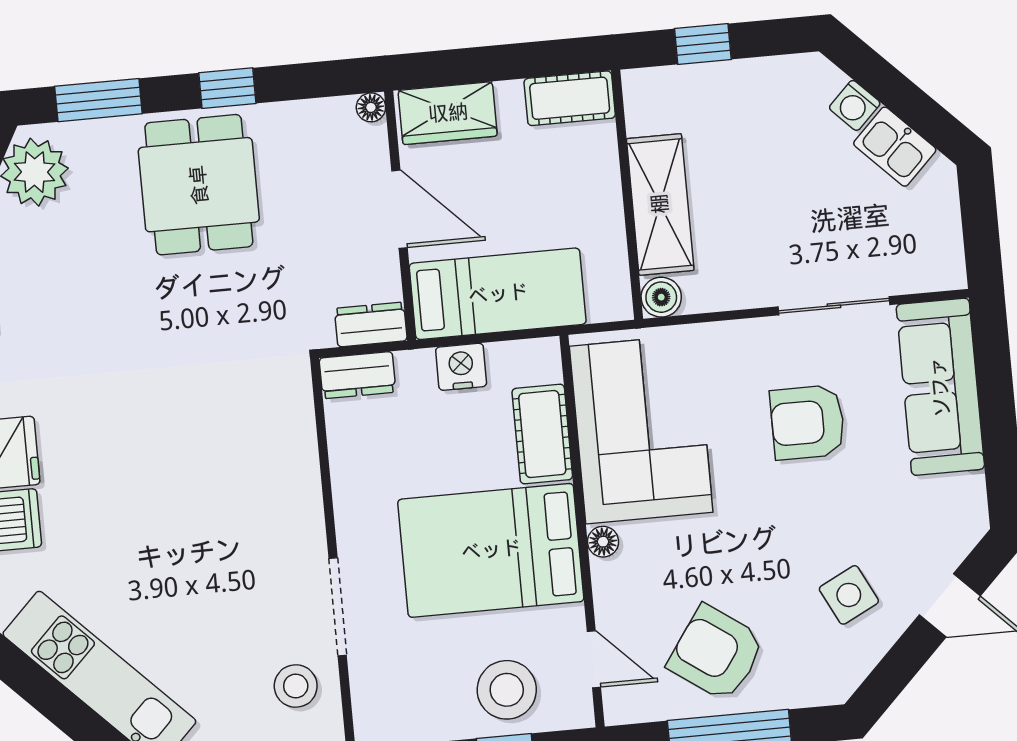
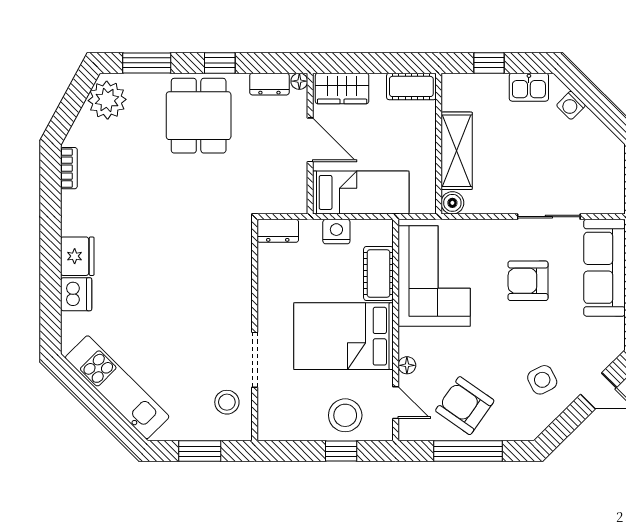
kitchen sink: (895, 147) -> (529, 87), moved, turned -45
dresser: (371, 325) -> (269, 84), moved, turned 180
floor lamp: (603, 542) -> (407, 365), moved

